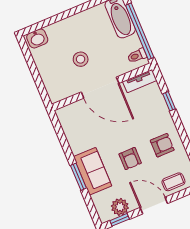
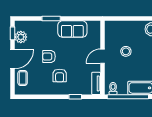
door: (100, 88) -> (102, 56), width x0.53
armchair: (162, 145) -> (60, 76), moved
sofa: (93, 171) -> (72, 29), moved

